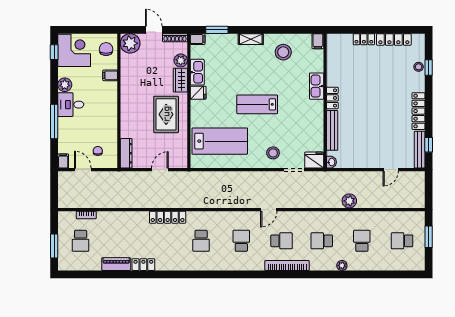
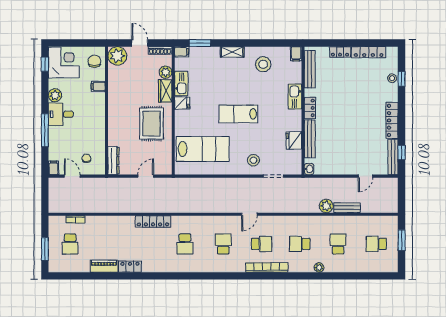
bench: (332, 57) -> (310, 69), added
fridge: (314, 160) -> (294, 140), moved, turned -90
bench: (371, 203) -> (347, 208), added

